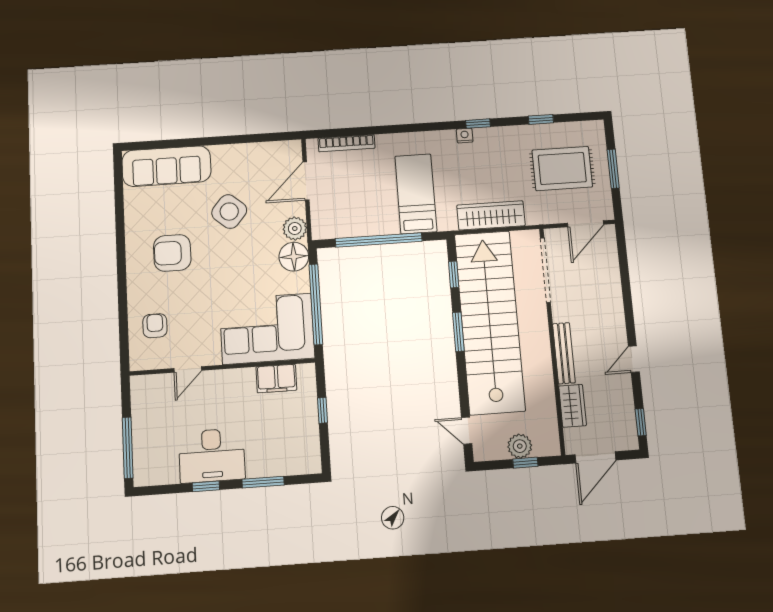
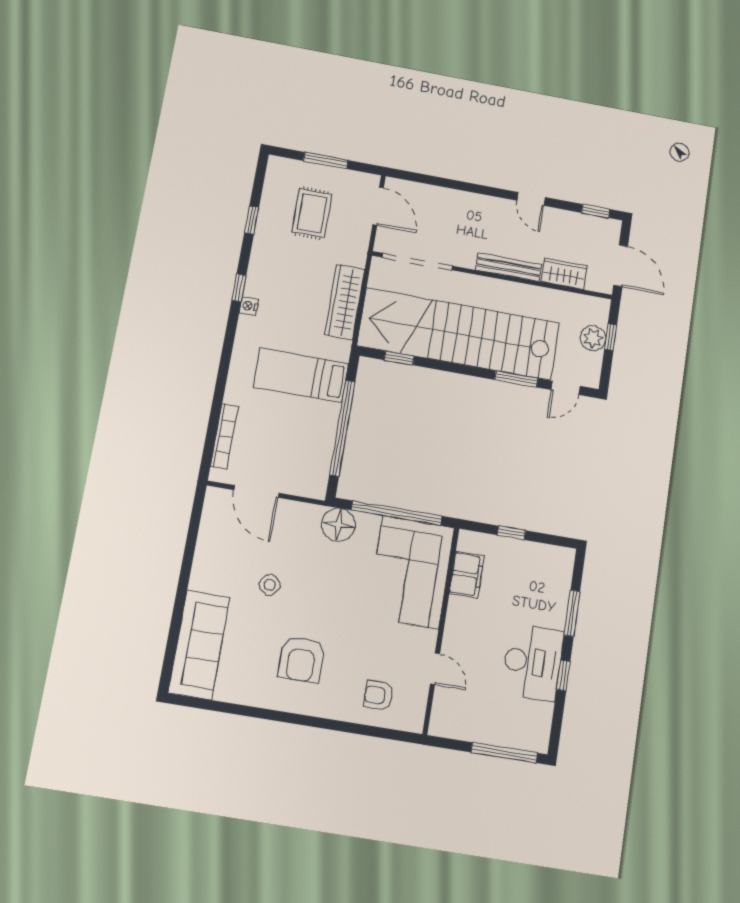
rug: (562, 169) -> (312, 213), width x0.73, depth x0.70
side table: (229, 212) -> (270, 585), width x0.54, depth x0.54
plant: (295, 228) -> (307, 516), removed
window: (458, 332) -> (516, 379), moved

